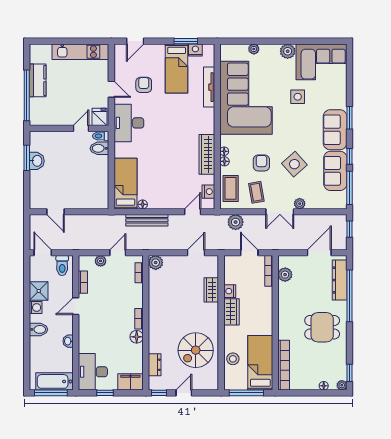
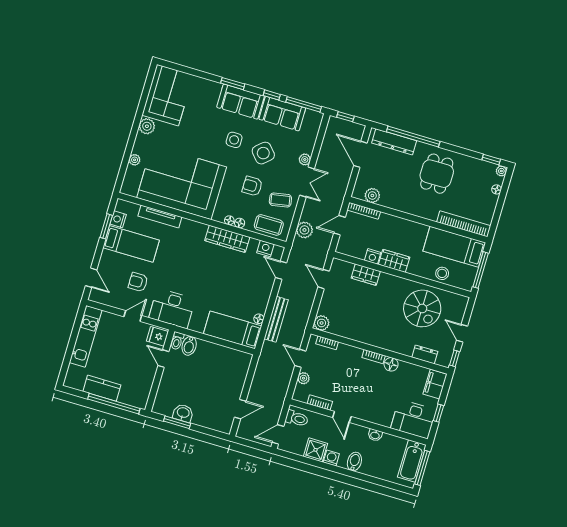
side table: (298, 97) -> (234, 140), moved

